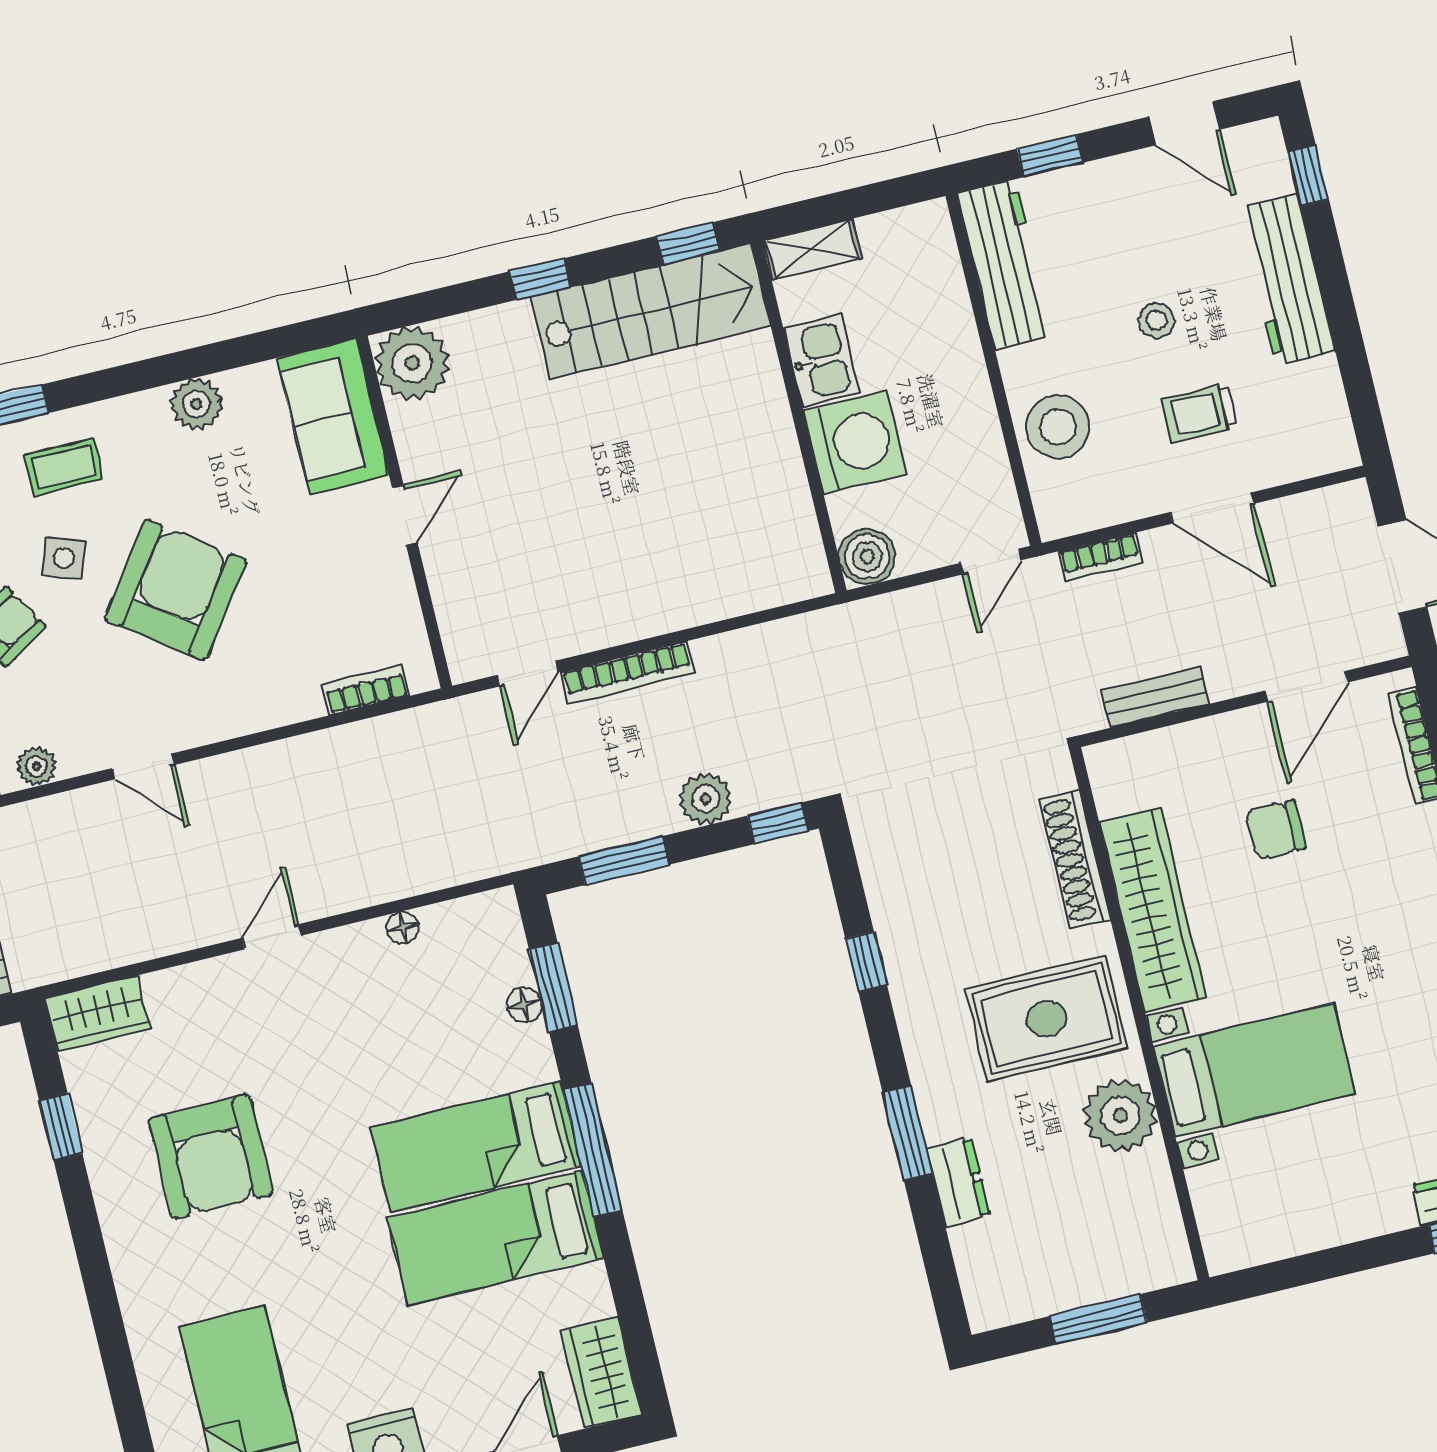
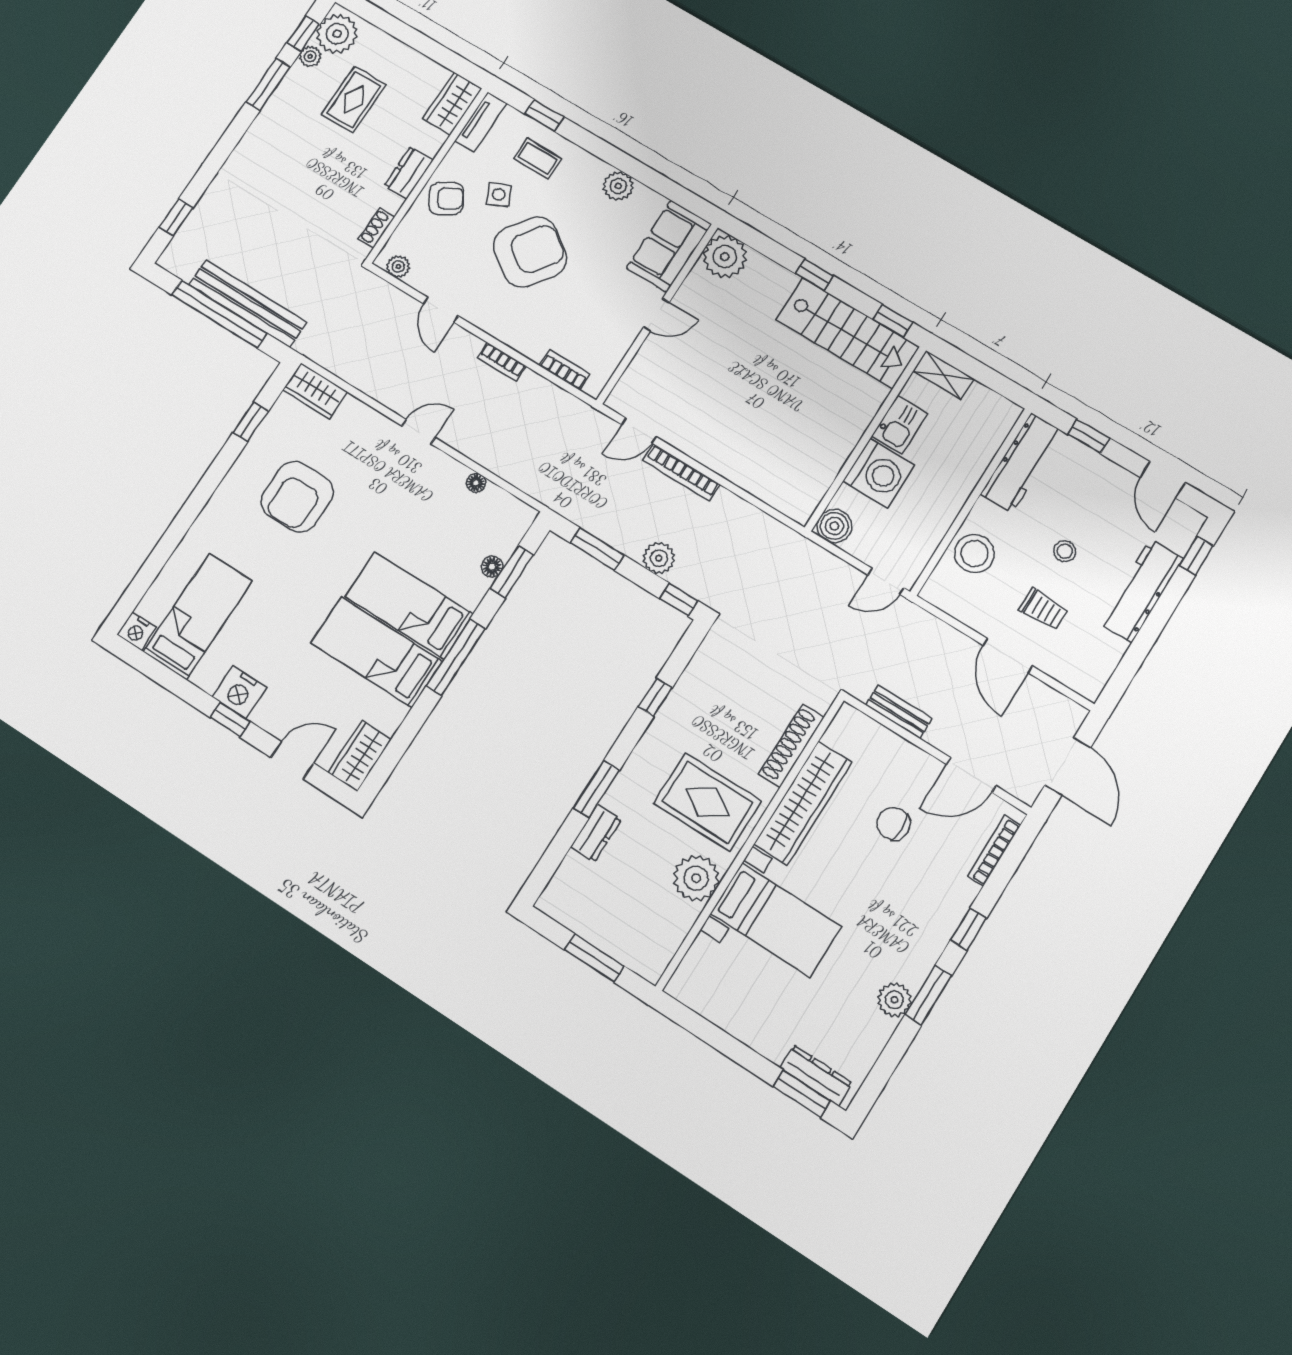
trolley: (1200, 413) -> (1044, 609), turned 180
bookcase: (1101, 557) -> (502, 362), moved
side table: (64, 558) -> (499, 194), turned 45

